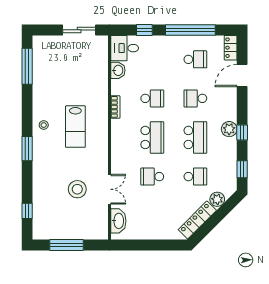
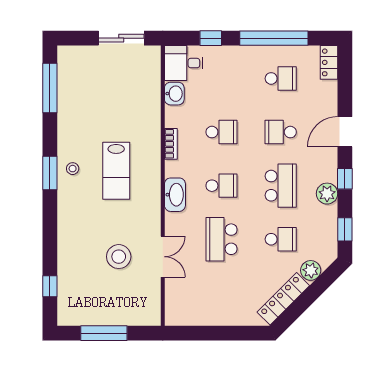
door: (242, 76) -> (345, 132), moved
plant: (229, 129) -> (327, 194), moved
school desk: (152, 137) -> (222, 186), width x0.54
window: (27, 149) -> (50, 173), moved
school desk: (152, 177) -> (222, 239), width x1.85
washbasin: (118, 221) -> (175, 195), moved

